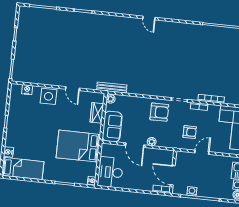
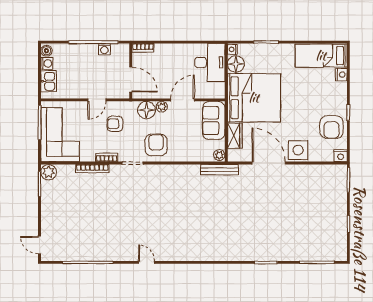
door: (149, 18) -> (147, 262), moved
door: (73, 89) -> (269, 163), width x1.88
nightstand: (27, 90) -> (341, 156), moved
armchair: (20, 112) -> (332, 127), added
armchair: (159, 112) -> (156, 145), turned 90
floor lamp: (164, 140) -> (146, 110), added
door: (135, 145) -> (183, 100), hinge flipped
bed: (78, 146) -> (254, 98), width x1.36
floor lamp: (90, 169) -> (236, 64), added
door: (173, 175) -> (131, 80), moved

